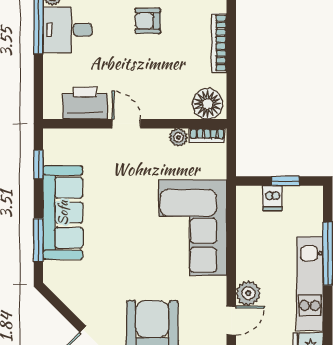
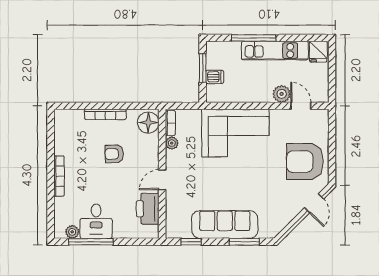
armchair: (148, 21) -> (114, 154), moved, turned 88
window: (285, 181) -> (203, 68), width x1.50

